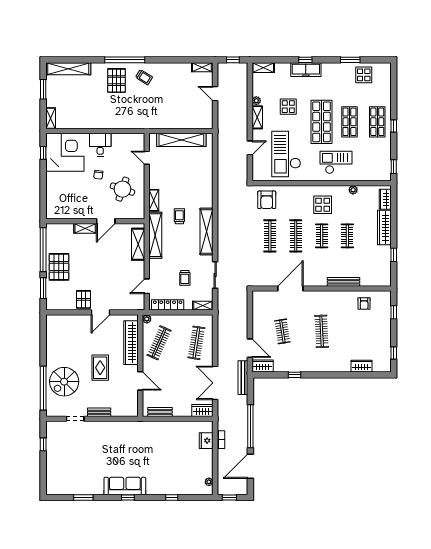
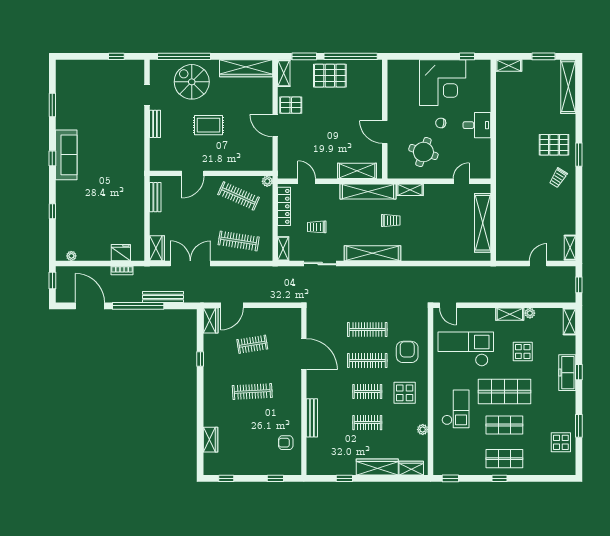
window: (125, 60) -> (579, 155), width x0.47
door: (250, 148) -> (448, 305), moved
corner desk: (65, 152) -> (443, 83), moved
armchair: (267, 200) -> (407, 352), moved, turned 90
shelving: (85, 228) -> (284, 73), moved
wardrobe: (131, 343) -> (246, 68), moved, turned 180
bench: (243, 378) -> (163, 297), moved

